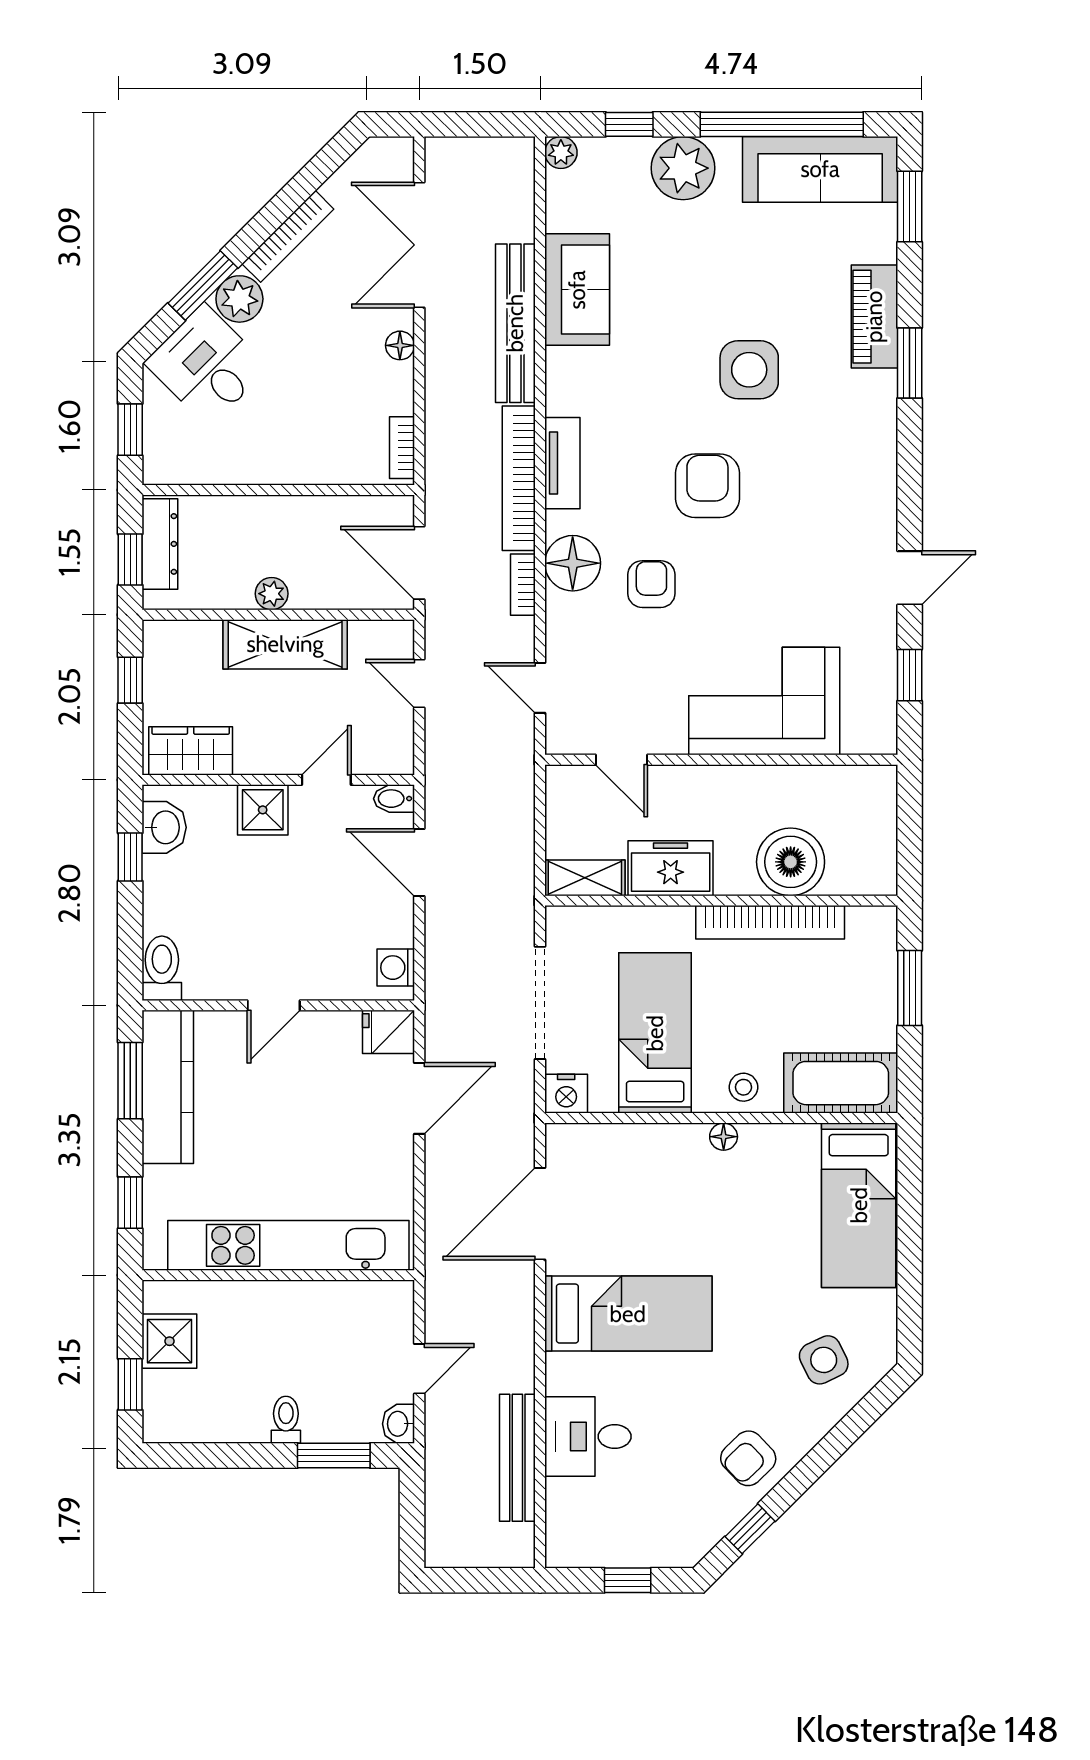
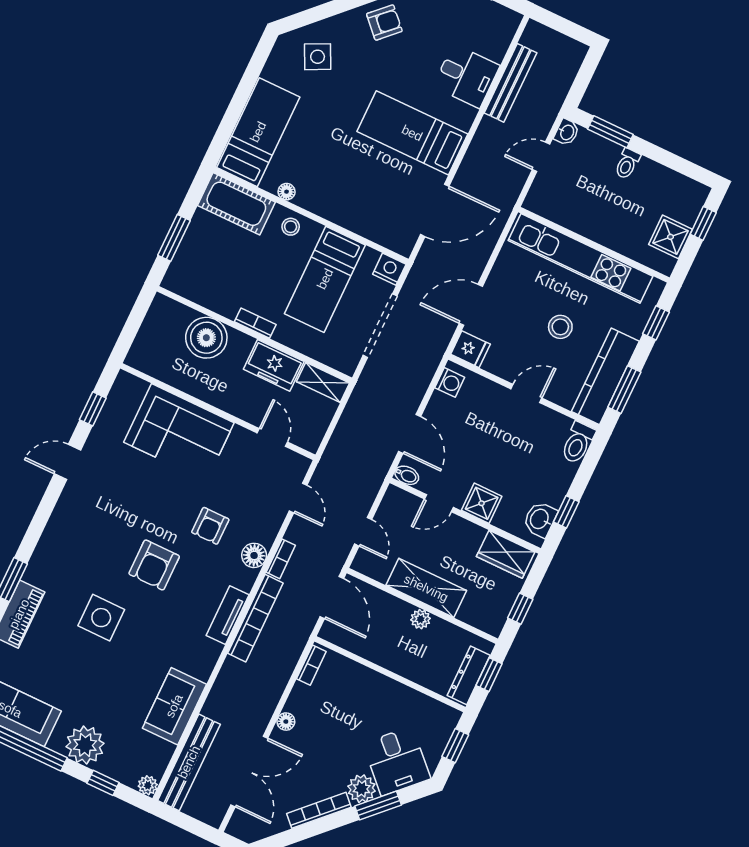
bench: (515, 323) -> (189, 762), moved
floor lamp: (573, 563) -> (254, 555), width x0.73, depth x0.73
bookcase: (770, 922) -> (255, 323), width x0.43, depth x0.76
stool: (270, 1129) -> (560, 327), added
floor lamp: (724, 1137) -> (287, 192), moved

